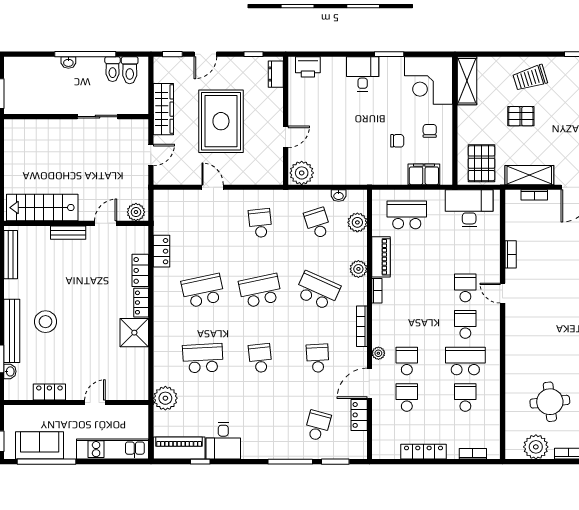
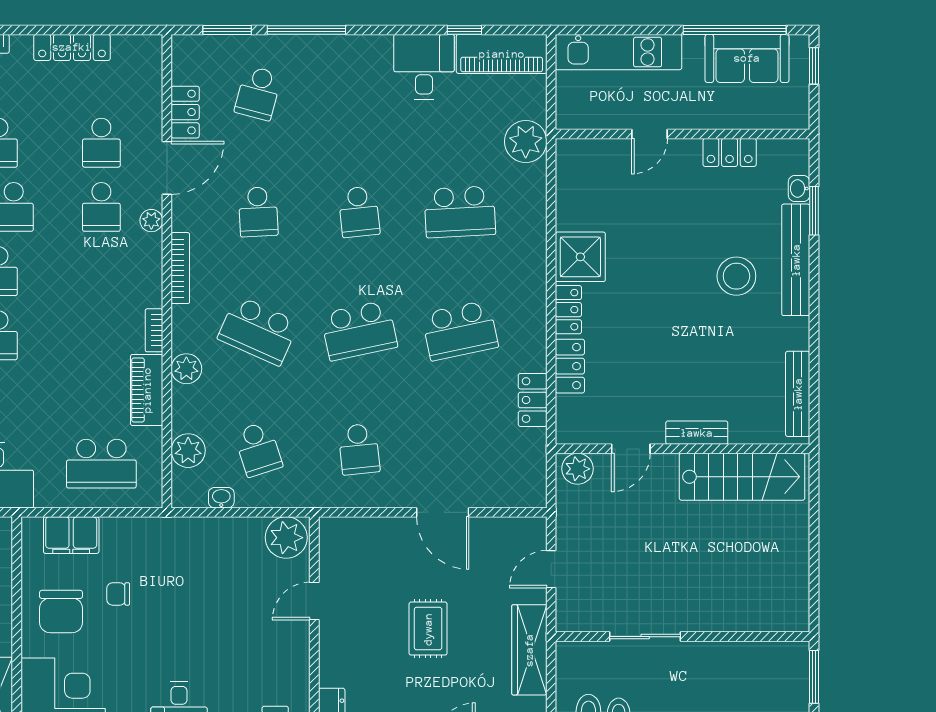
rug: (221, 121) -> (428, 629), width x0.54, depth x0.49
chair: (430, 131) -> (61, 612), width x1.87, depth x1.87
door: (213, 187) -> (443, 512), width x1.38

